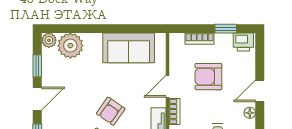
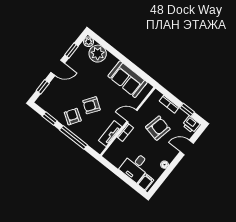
armchair: (208, 77) -> (158, 128), turned 102
door: (260, 91) -> (187, 147), moved

